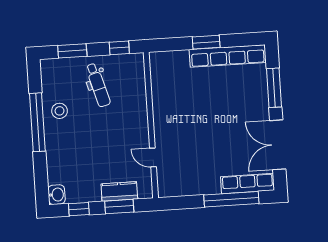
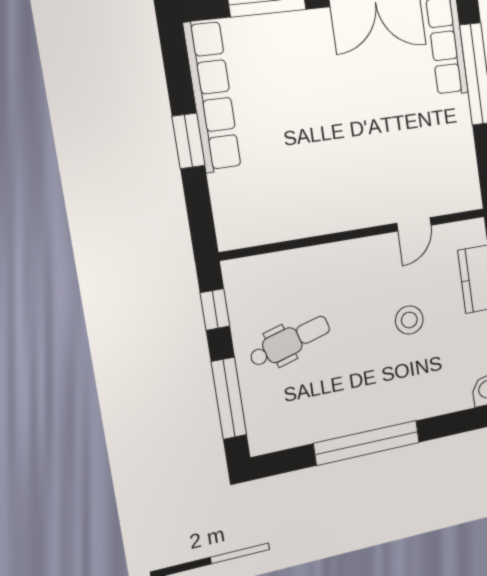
window: (72, 51) -> (229, 398), width x1.44
stool: (60, 111) -> (409, 320), moved

